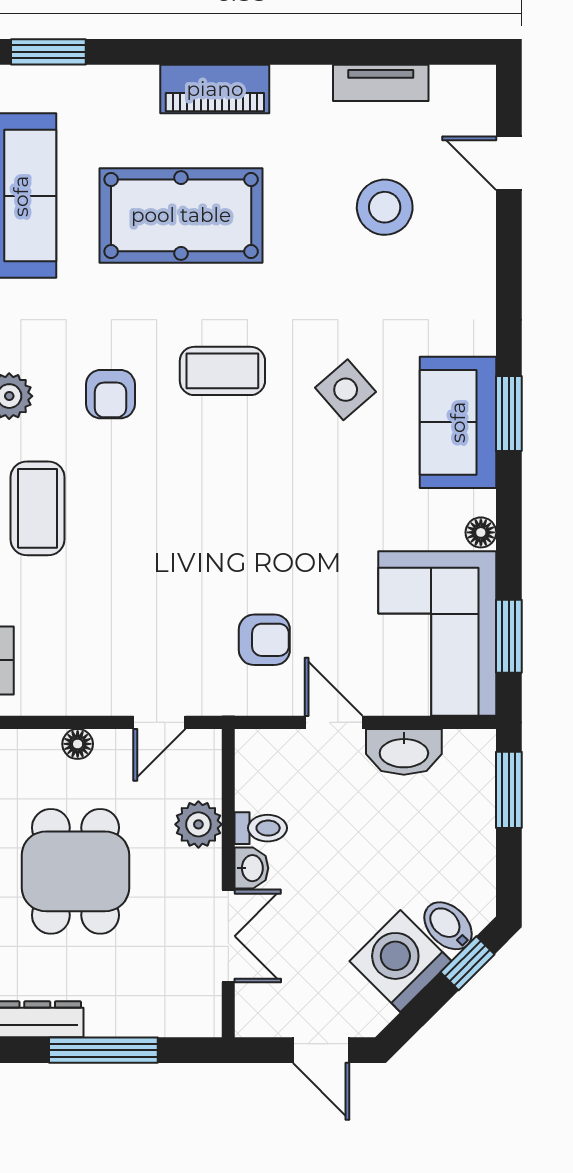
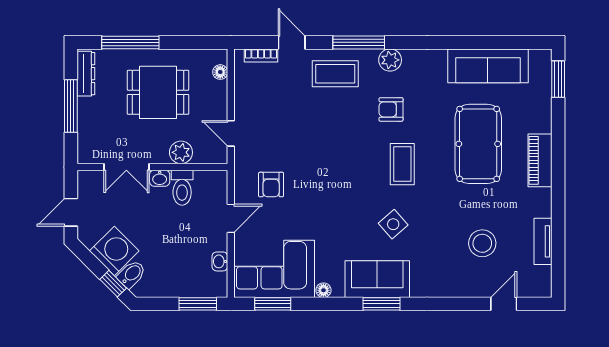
floor lamp: (78, 744) -> (220, 72), moved
washbasin: (404, 752) -> (220, 261), width x0.52, depth x0.69
toilet: (261, 828) -> (182, 188), width x1.37, depth x1.39

